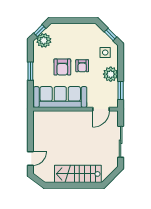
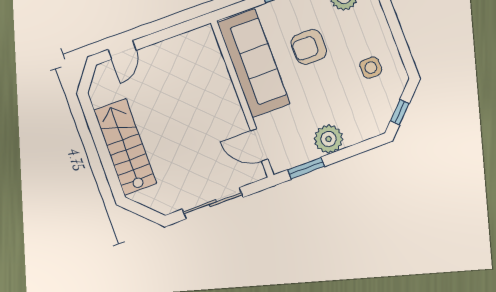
side table: (105, 53) -> (371, 68), moved
armchair: (82, 66) -> (325, 82), removed
door: (30, 158) -> (122, 50), hinge flipped

